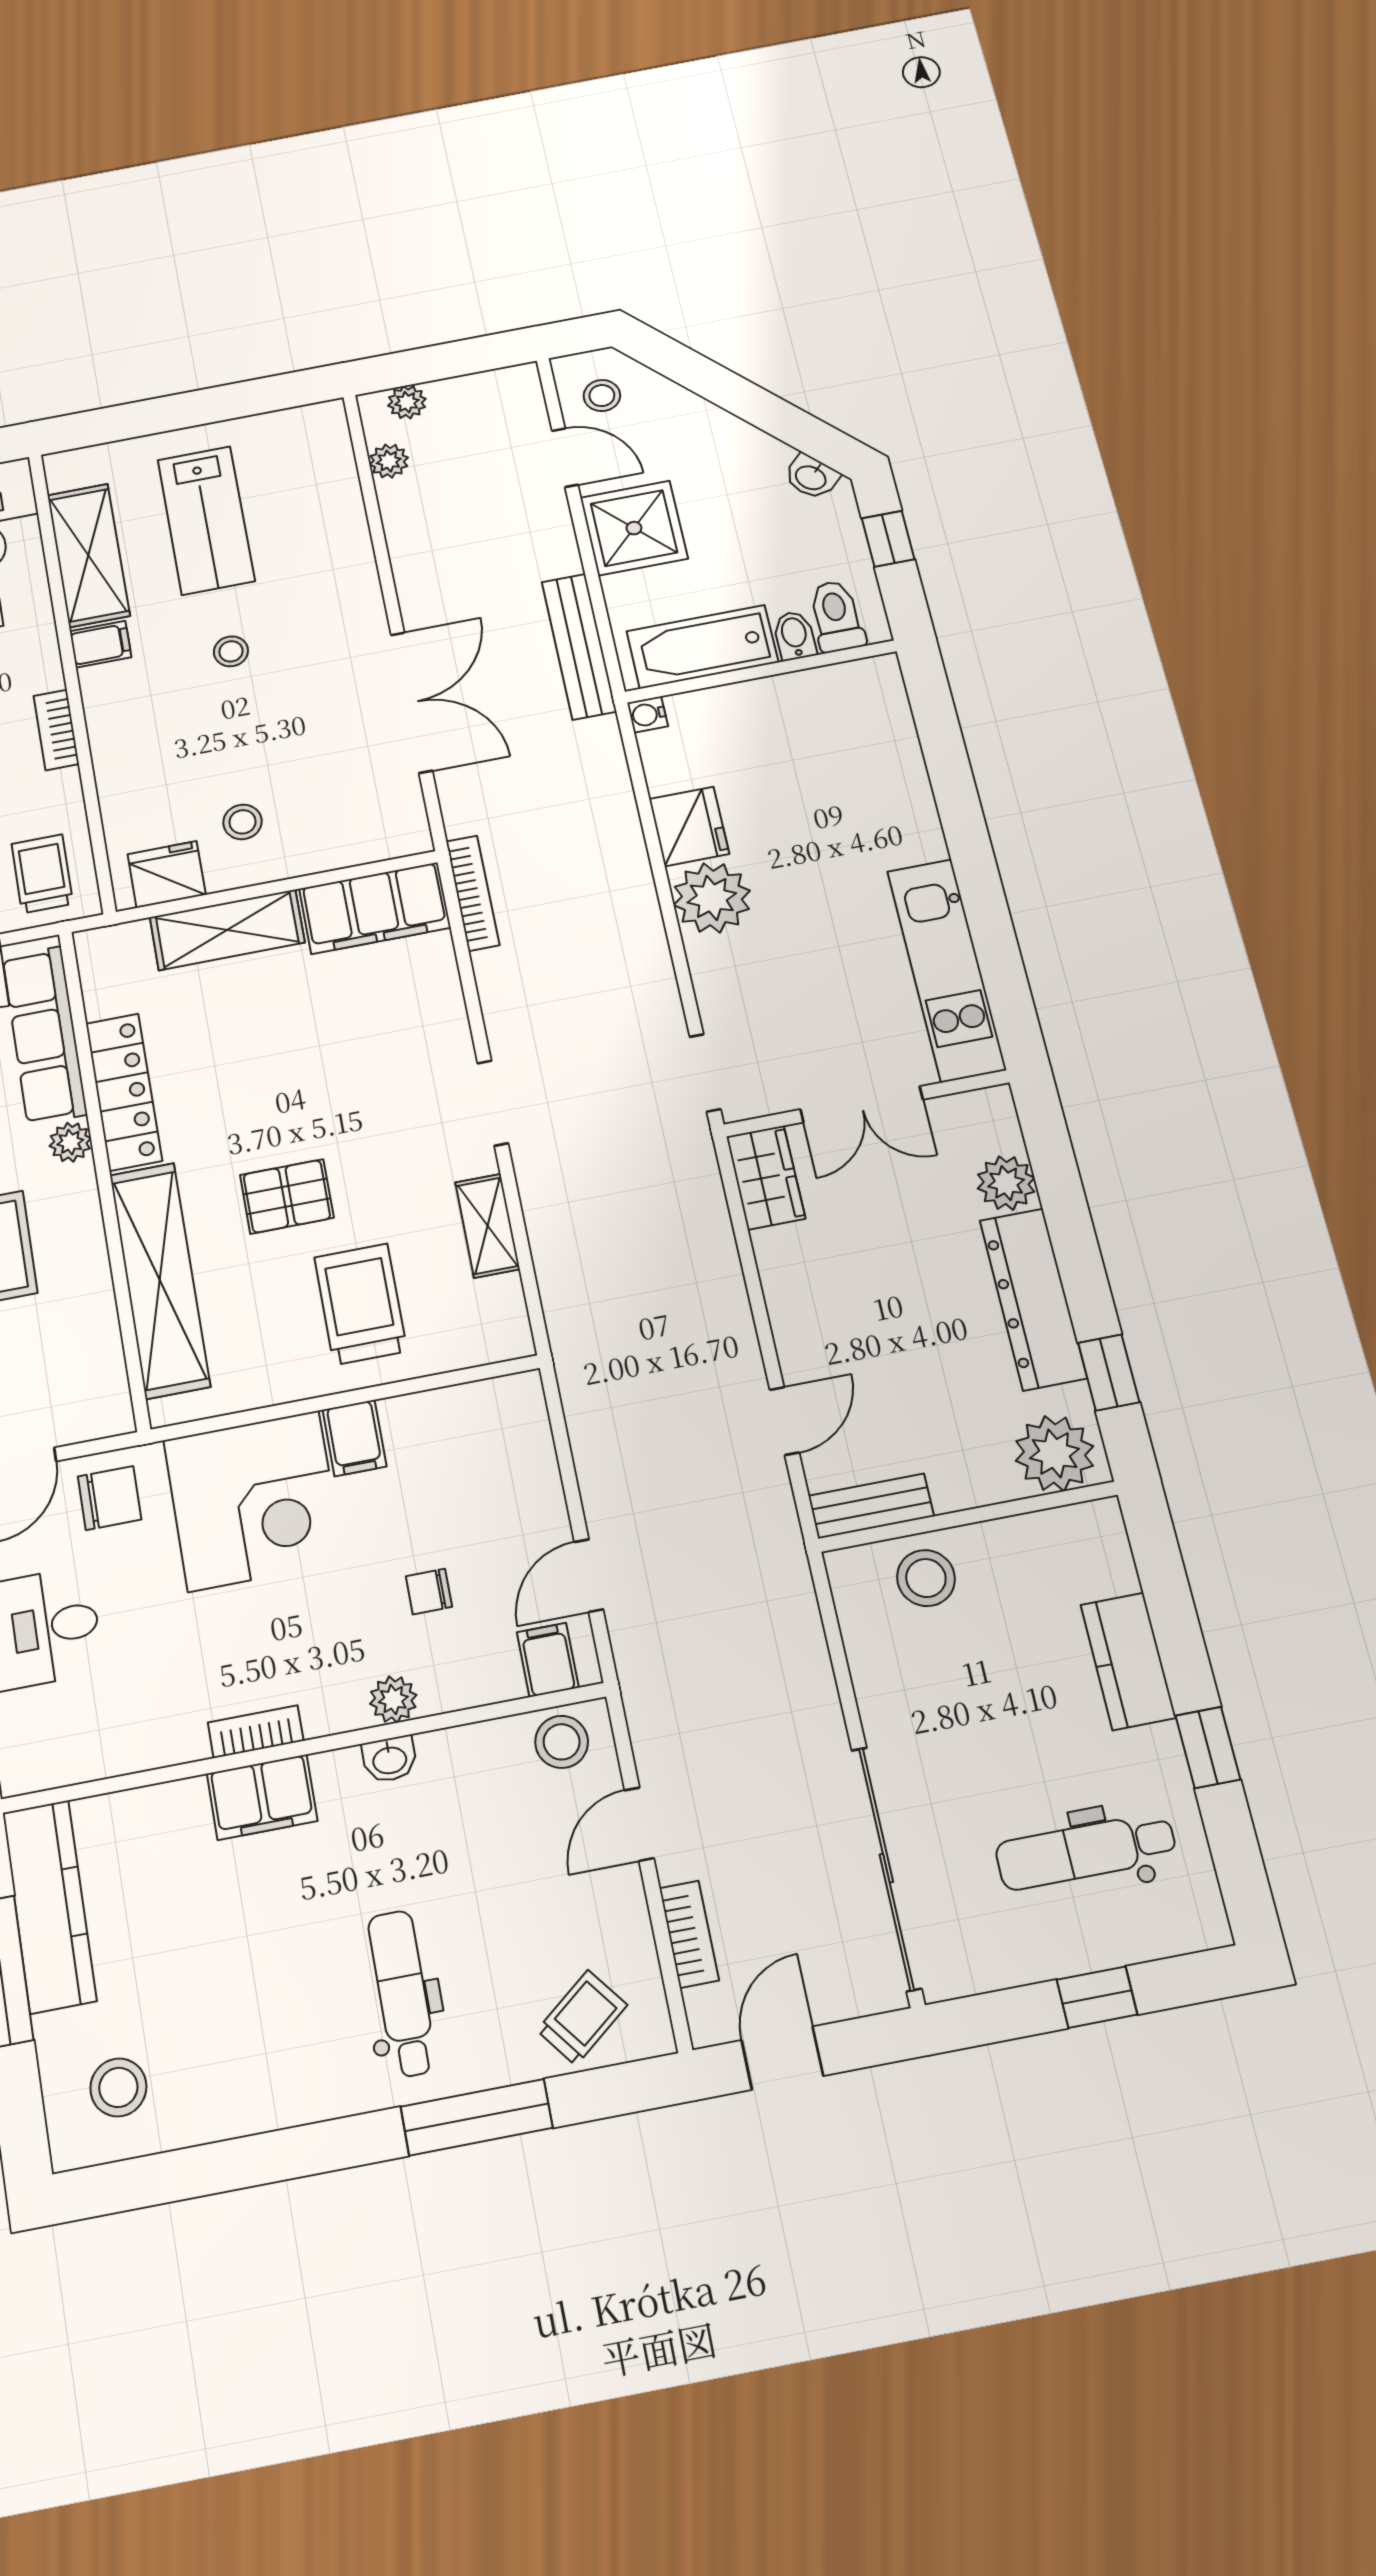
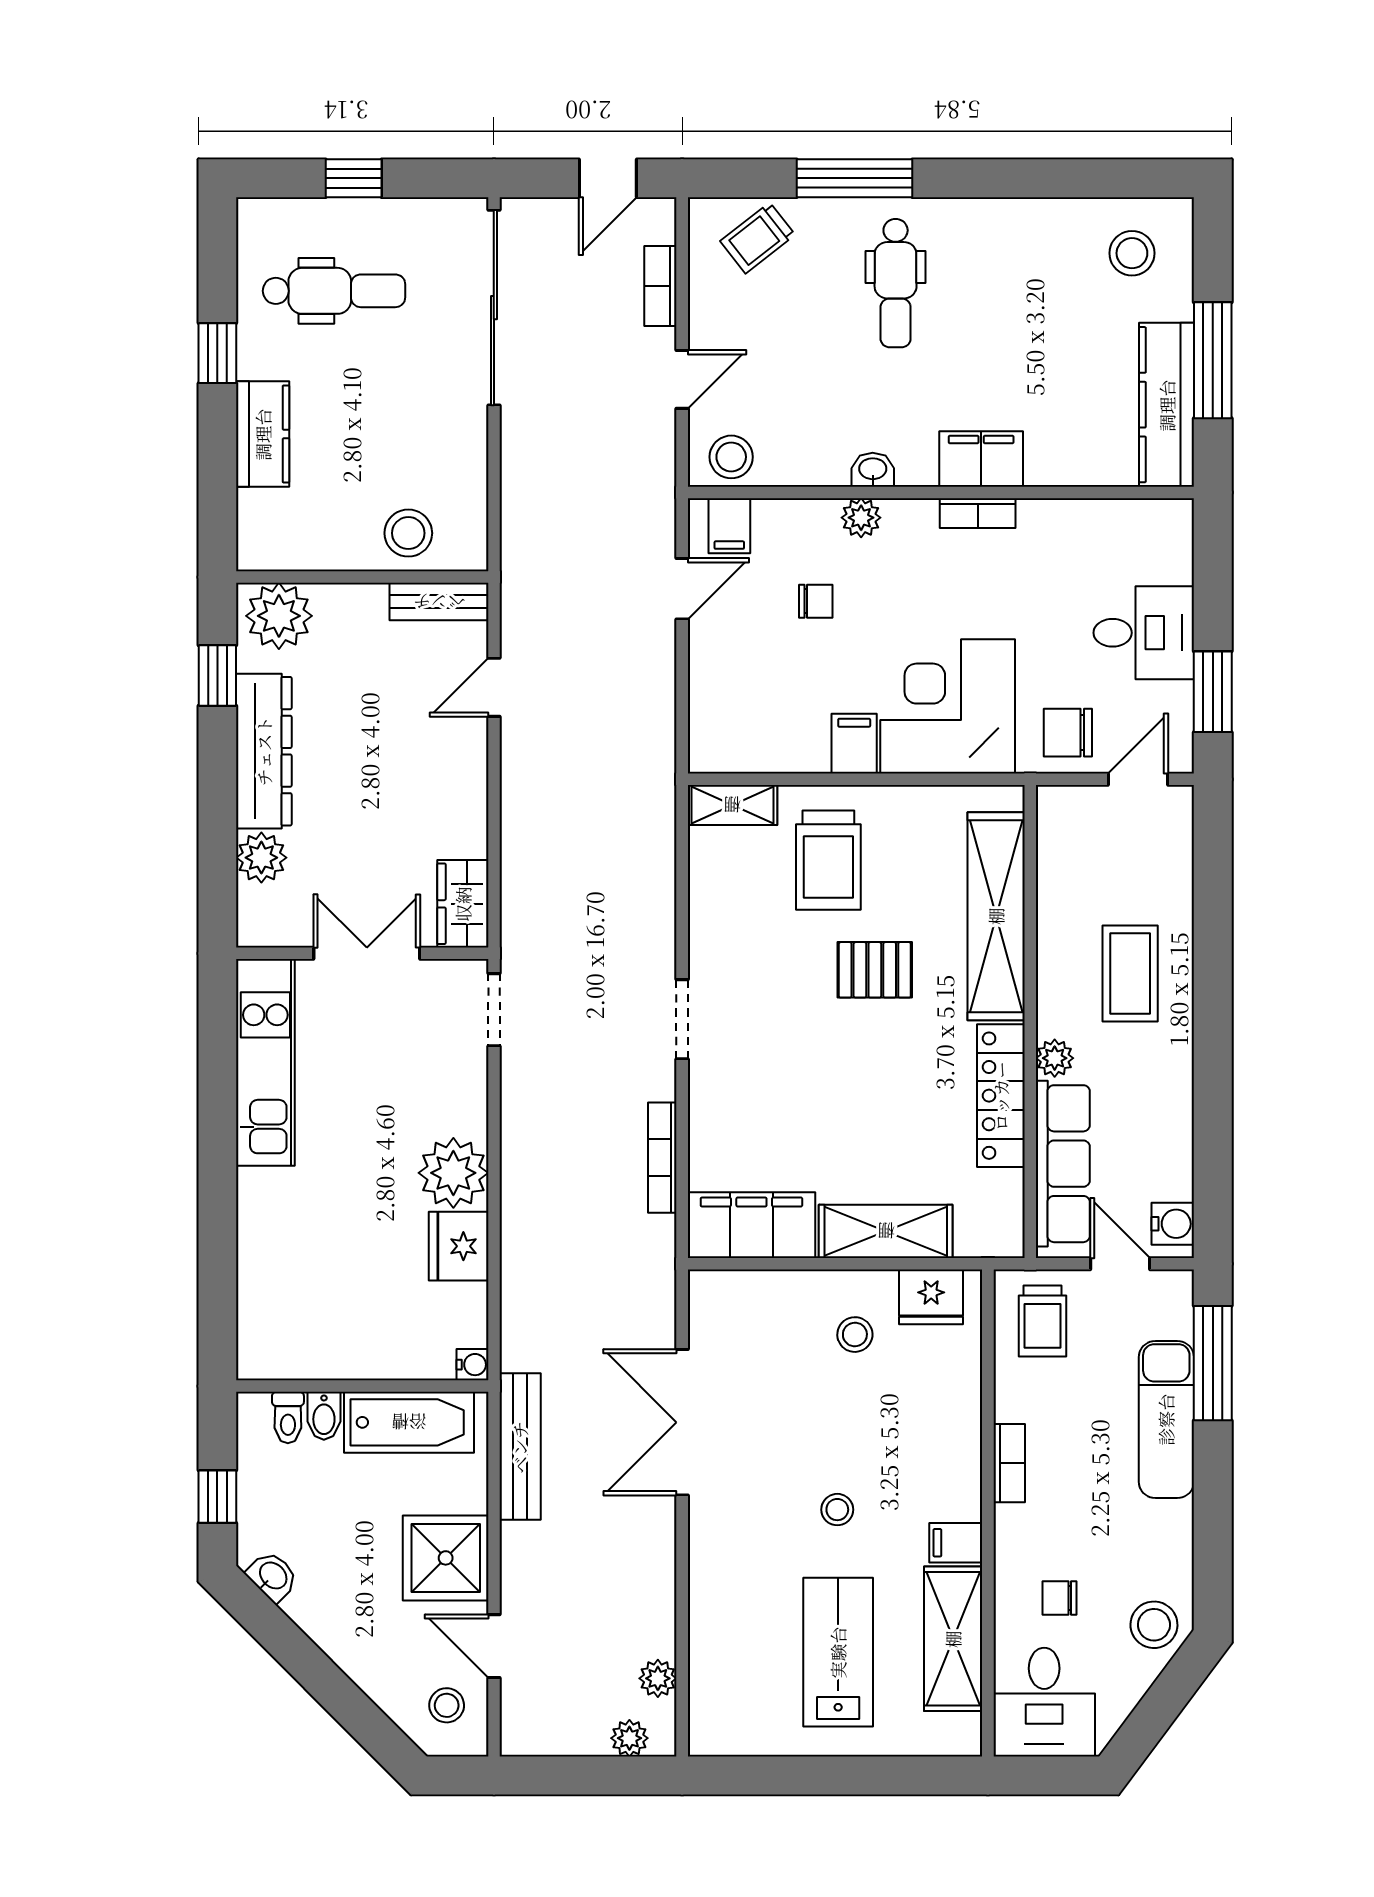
toilet: (836, 616) -> (288, 1417), width x0.73, depth x0.72
bookcase: (473, 893) -> (662, 1158), moved
shelving: (488, 1226) -> (732, 805), moved, turned 90

